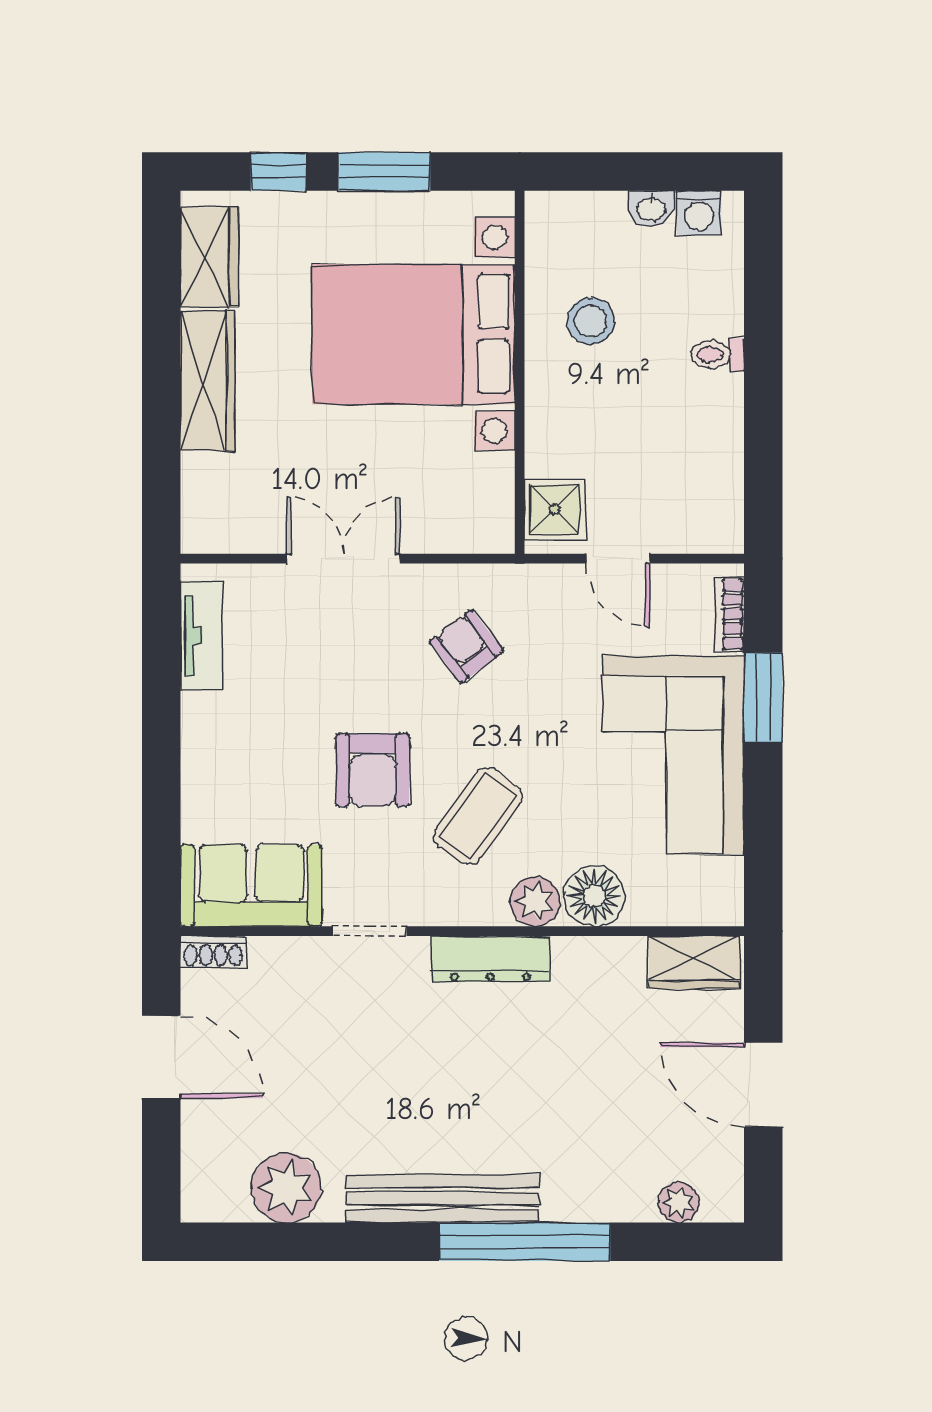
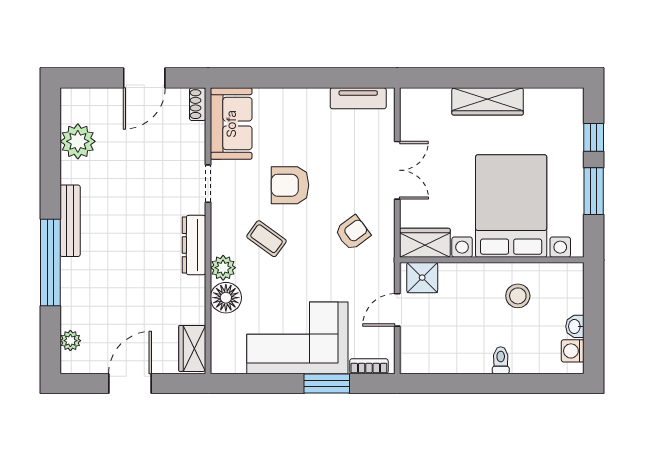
wardrobe: (209, 257) -> (425, 243), moved, turned 180
coffee table: (478, 816) -> (266, 239), width x0.73, depth x0.77
bench: (443, 1199) -> (70, 221), width x0.73, depth x0.82

